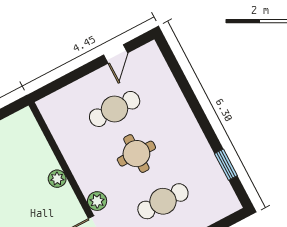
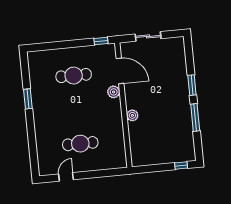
round table: (136, 154) -> (78, 111), removed
window: (226, 165) -> (28, 99), moved

